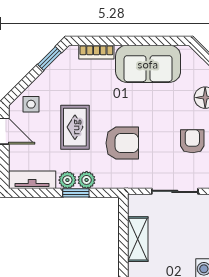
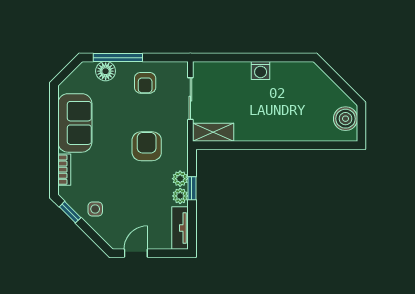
side table: (31, 104) -> (95, 209), moved
rug: (75, 127) -> (132, 189), removed
armchair: (192, 141) -> (145, 83), turned -90
shelving: (138, 239) -> (213, 132), moved

